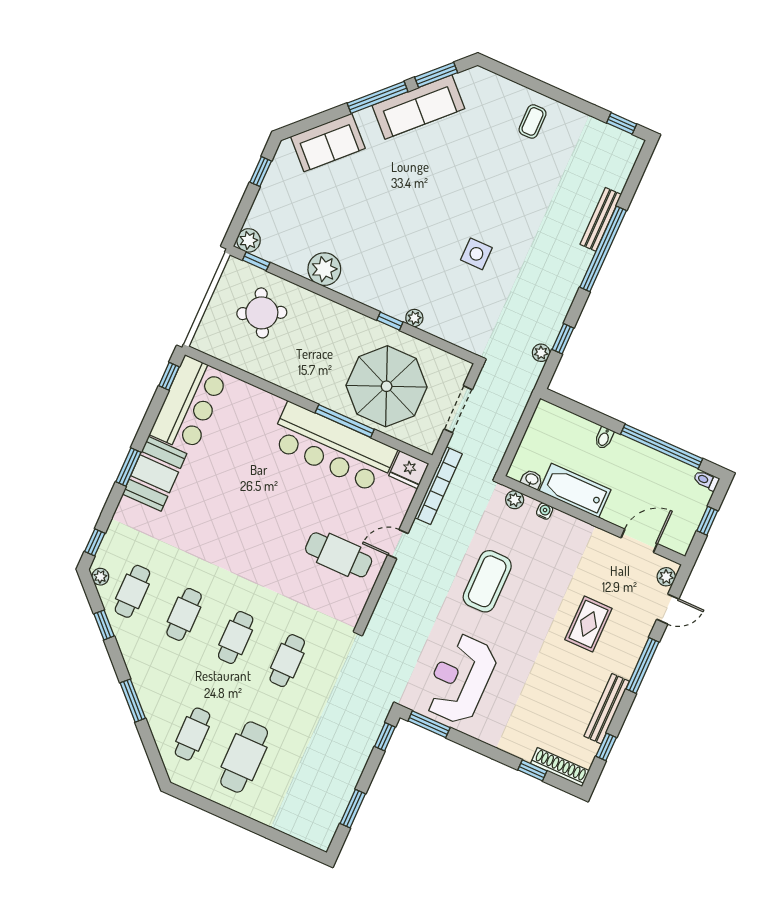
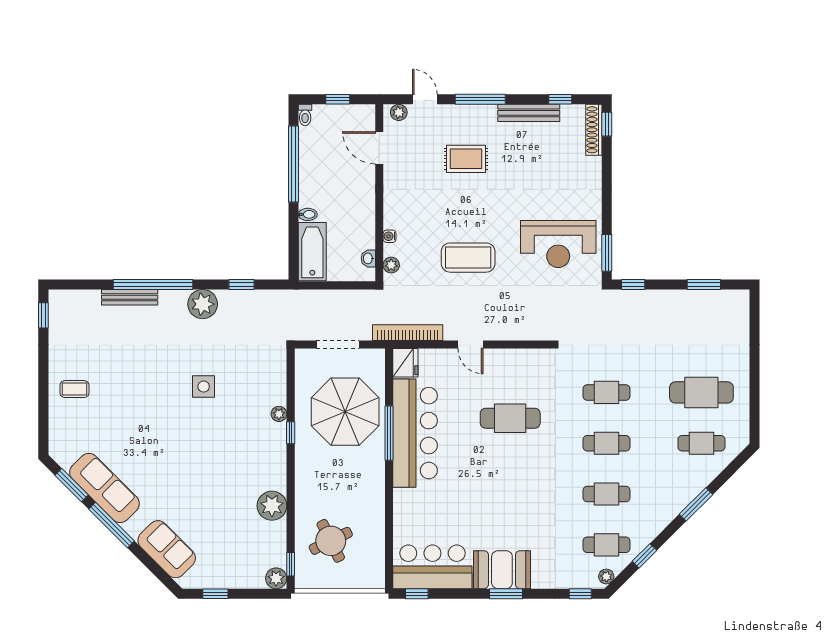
plant: (541, 353) -> (203, 304), moved, width x1.88, depth x1.88
bathtub: (575, 490) -> (312, 252), moved, turned 180
cafe table: (339, 555) -> (510, 418), moved, turned 90
window: (532, 770) -> (607, 124), moved

